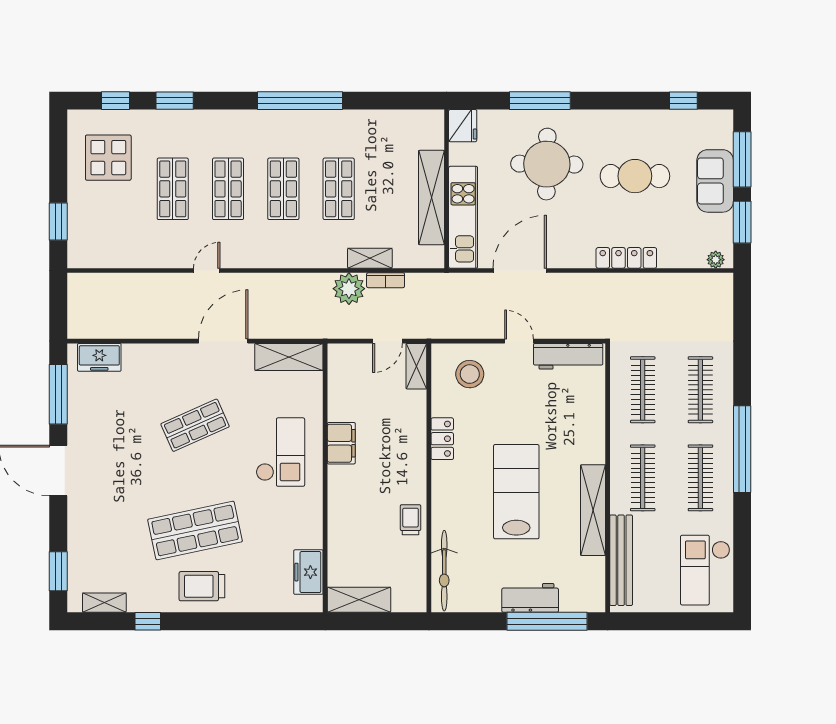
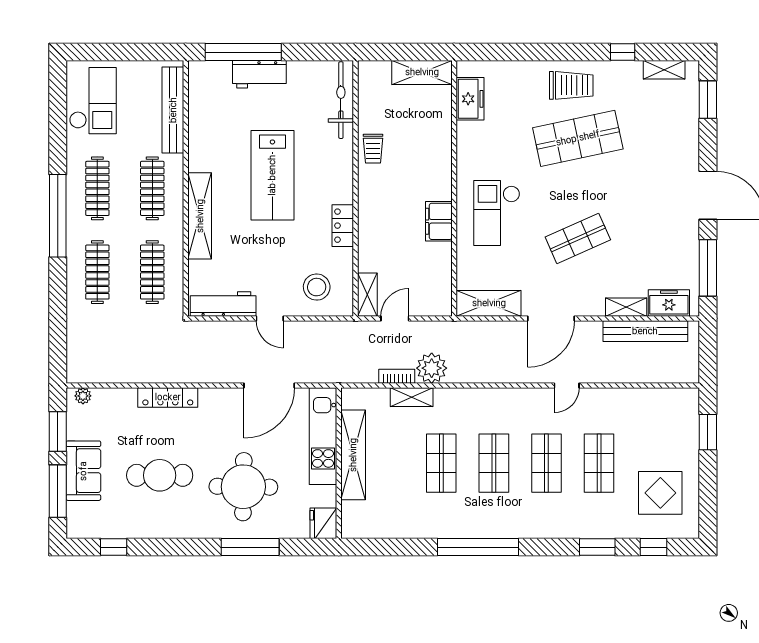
bench: (124, 328) -> (645, 331), added
shelving: (144, 353) -> (626, 307), added
shelving: (593, 510) -> (200, 216), moved

